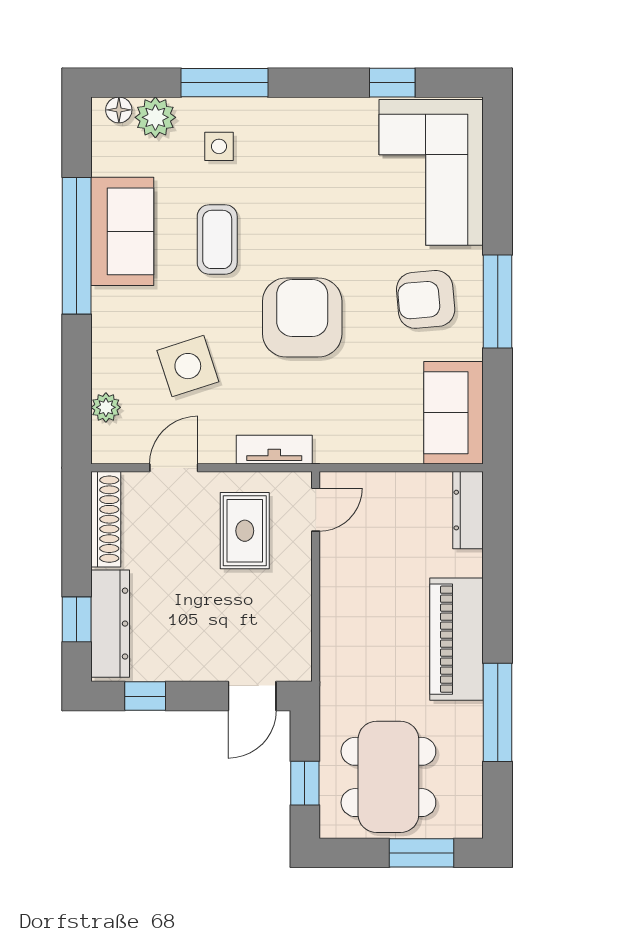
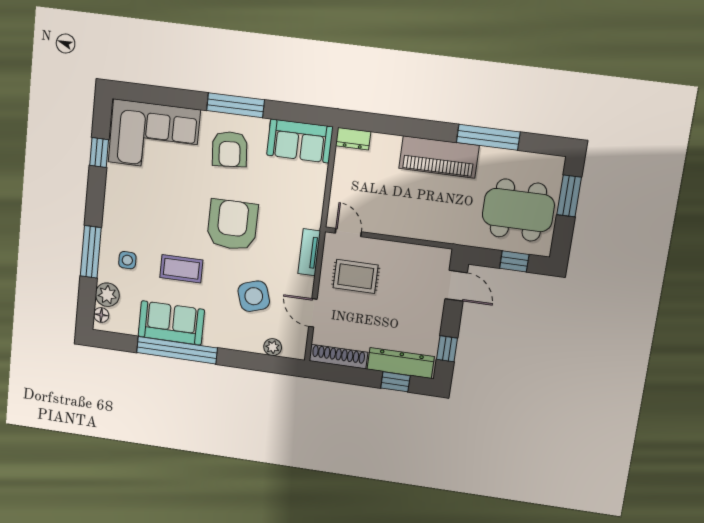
armchair: (302, 317) -> (232, 225), turned 90
dresser: (468, 510) -> (353, 139), width x0.70

